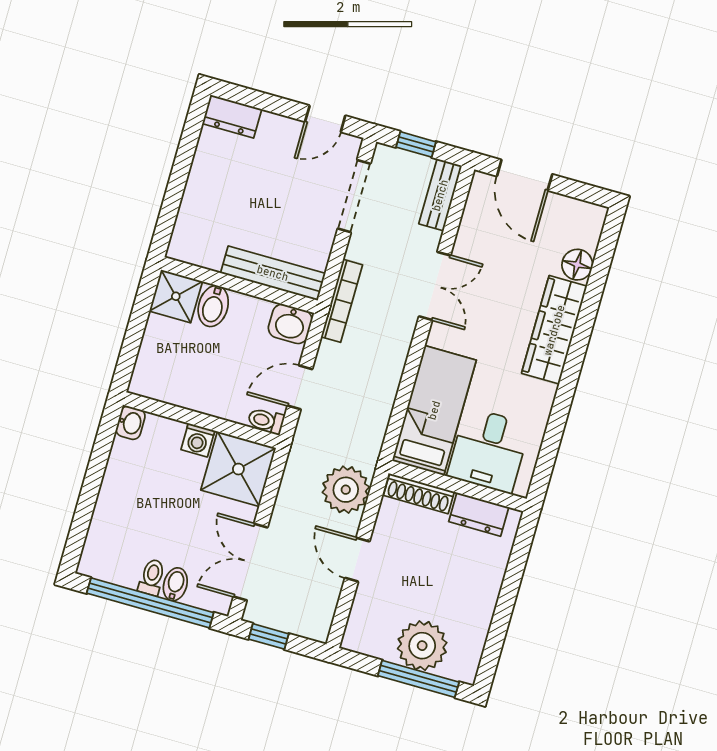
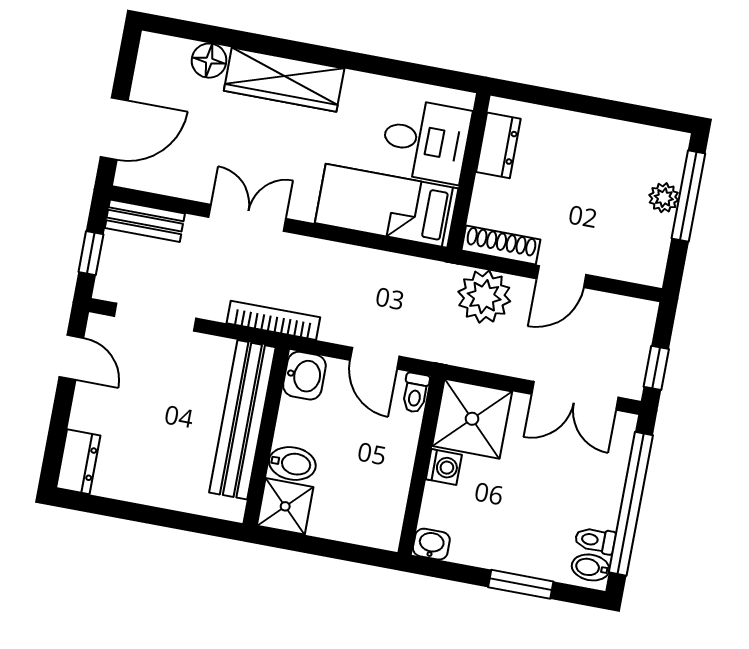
bench: (273, 273) -> (242, 420), width x1.37, depth x1.21
shoe rack: (419, 494) -> (501, 245), moved, turned -90
window: (88, 499) -> (521, 584), added
toilet: (152, 577) -> (595, 540), moved
bidet: (175, 584) -> (591, 567), moved
plant: (422, 646) -> (664, 198), width x0.53, depth x0.53

